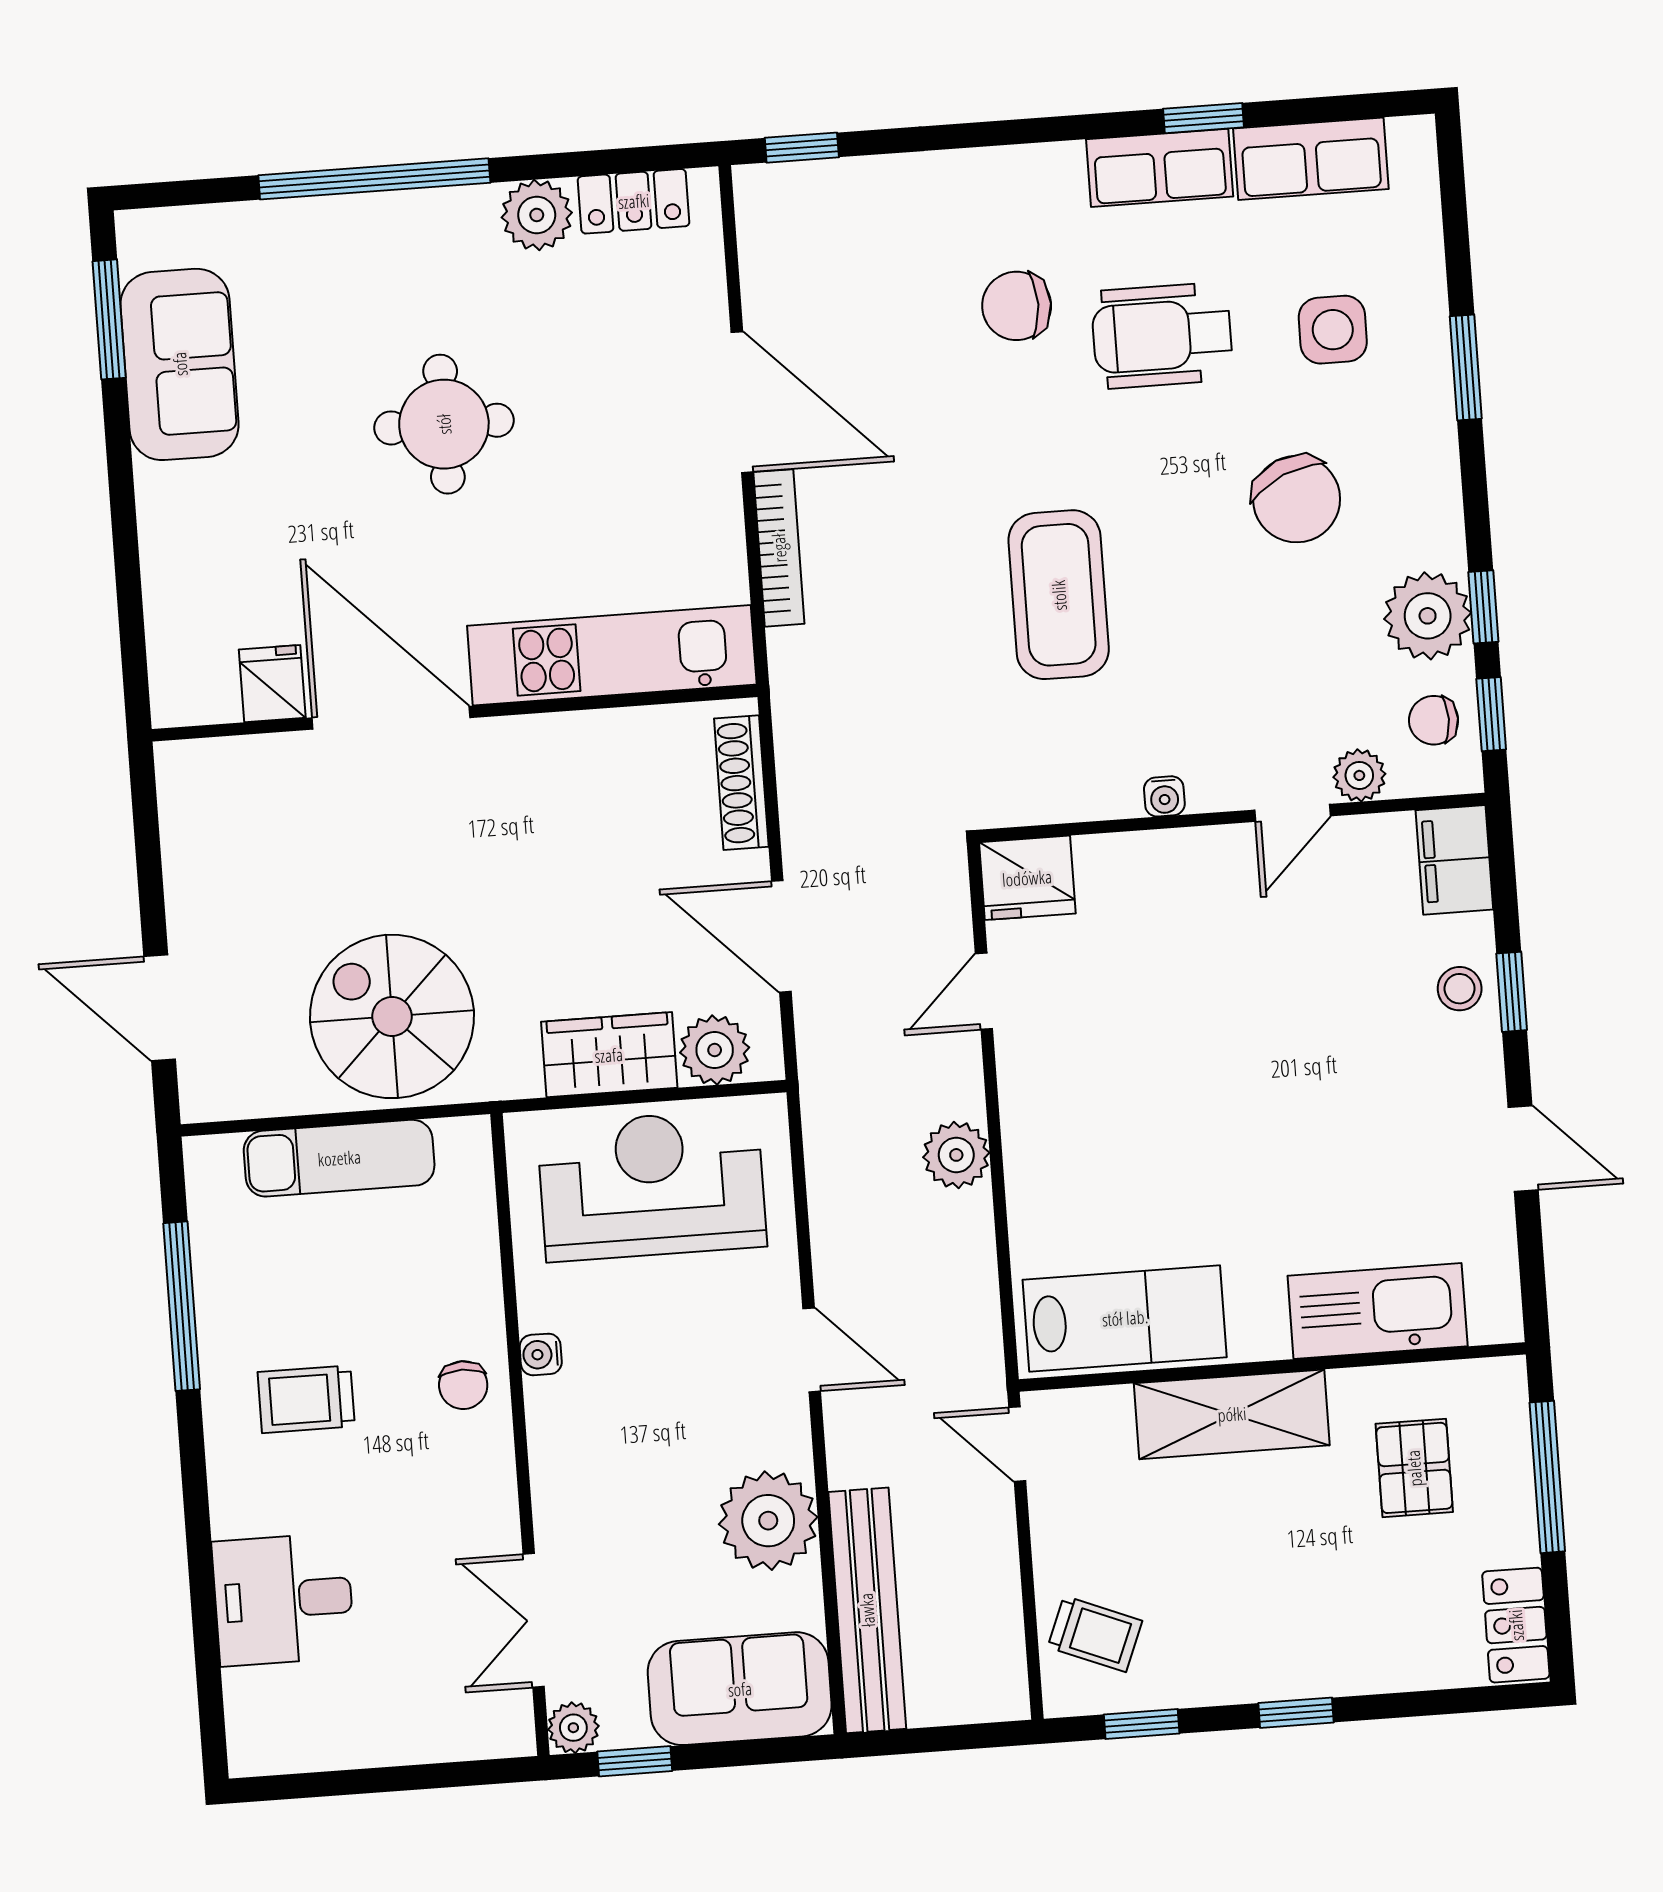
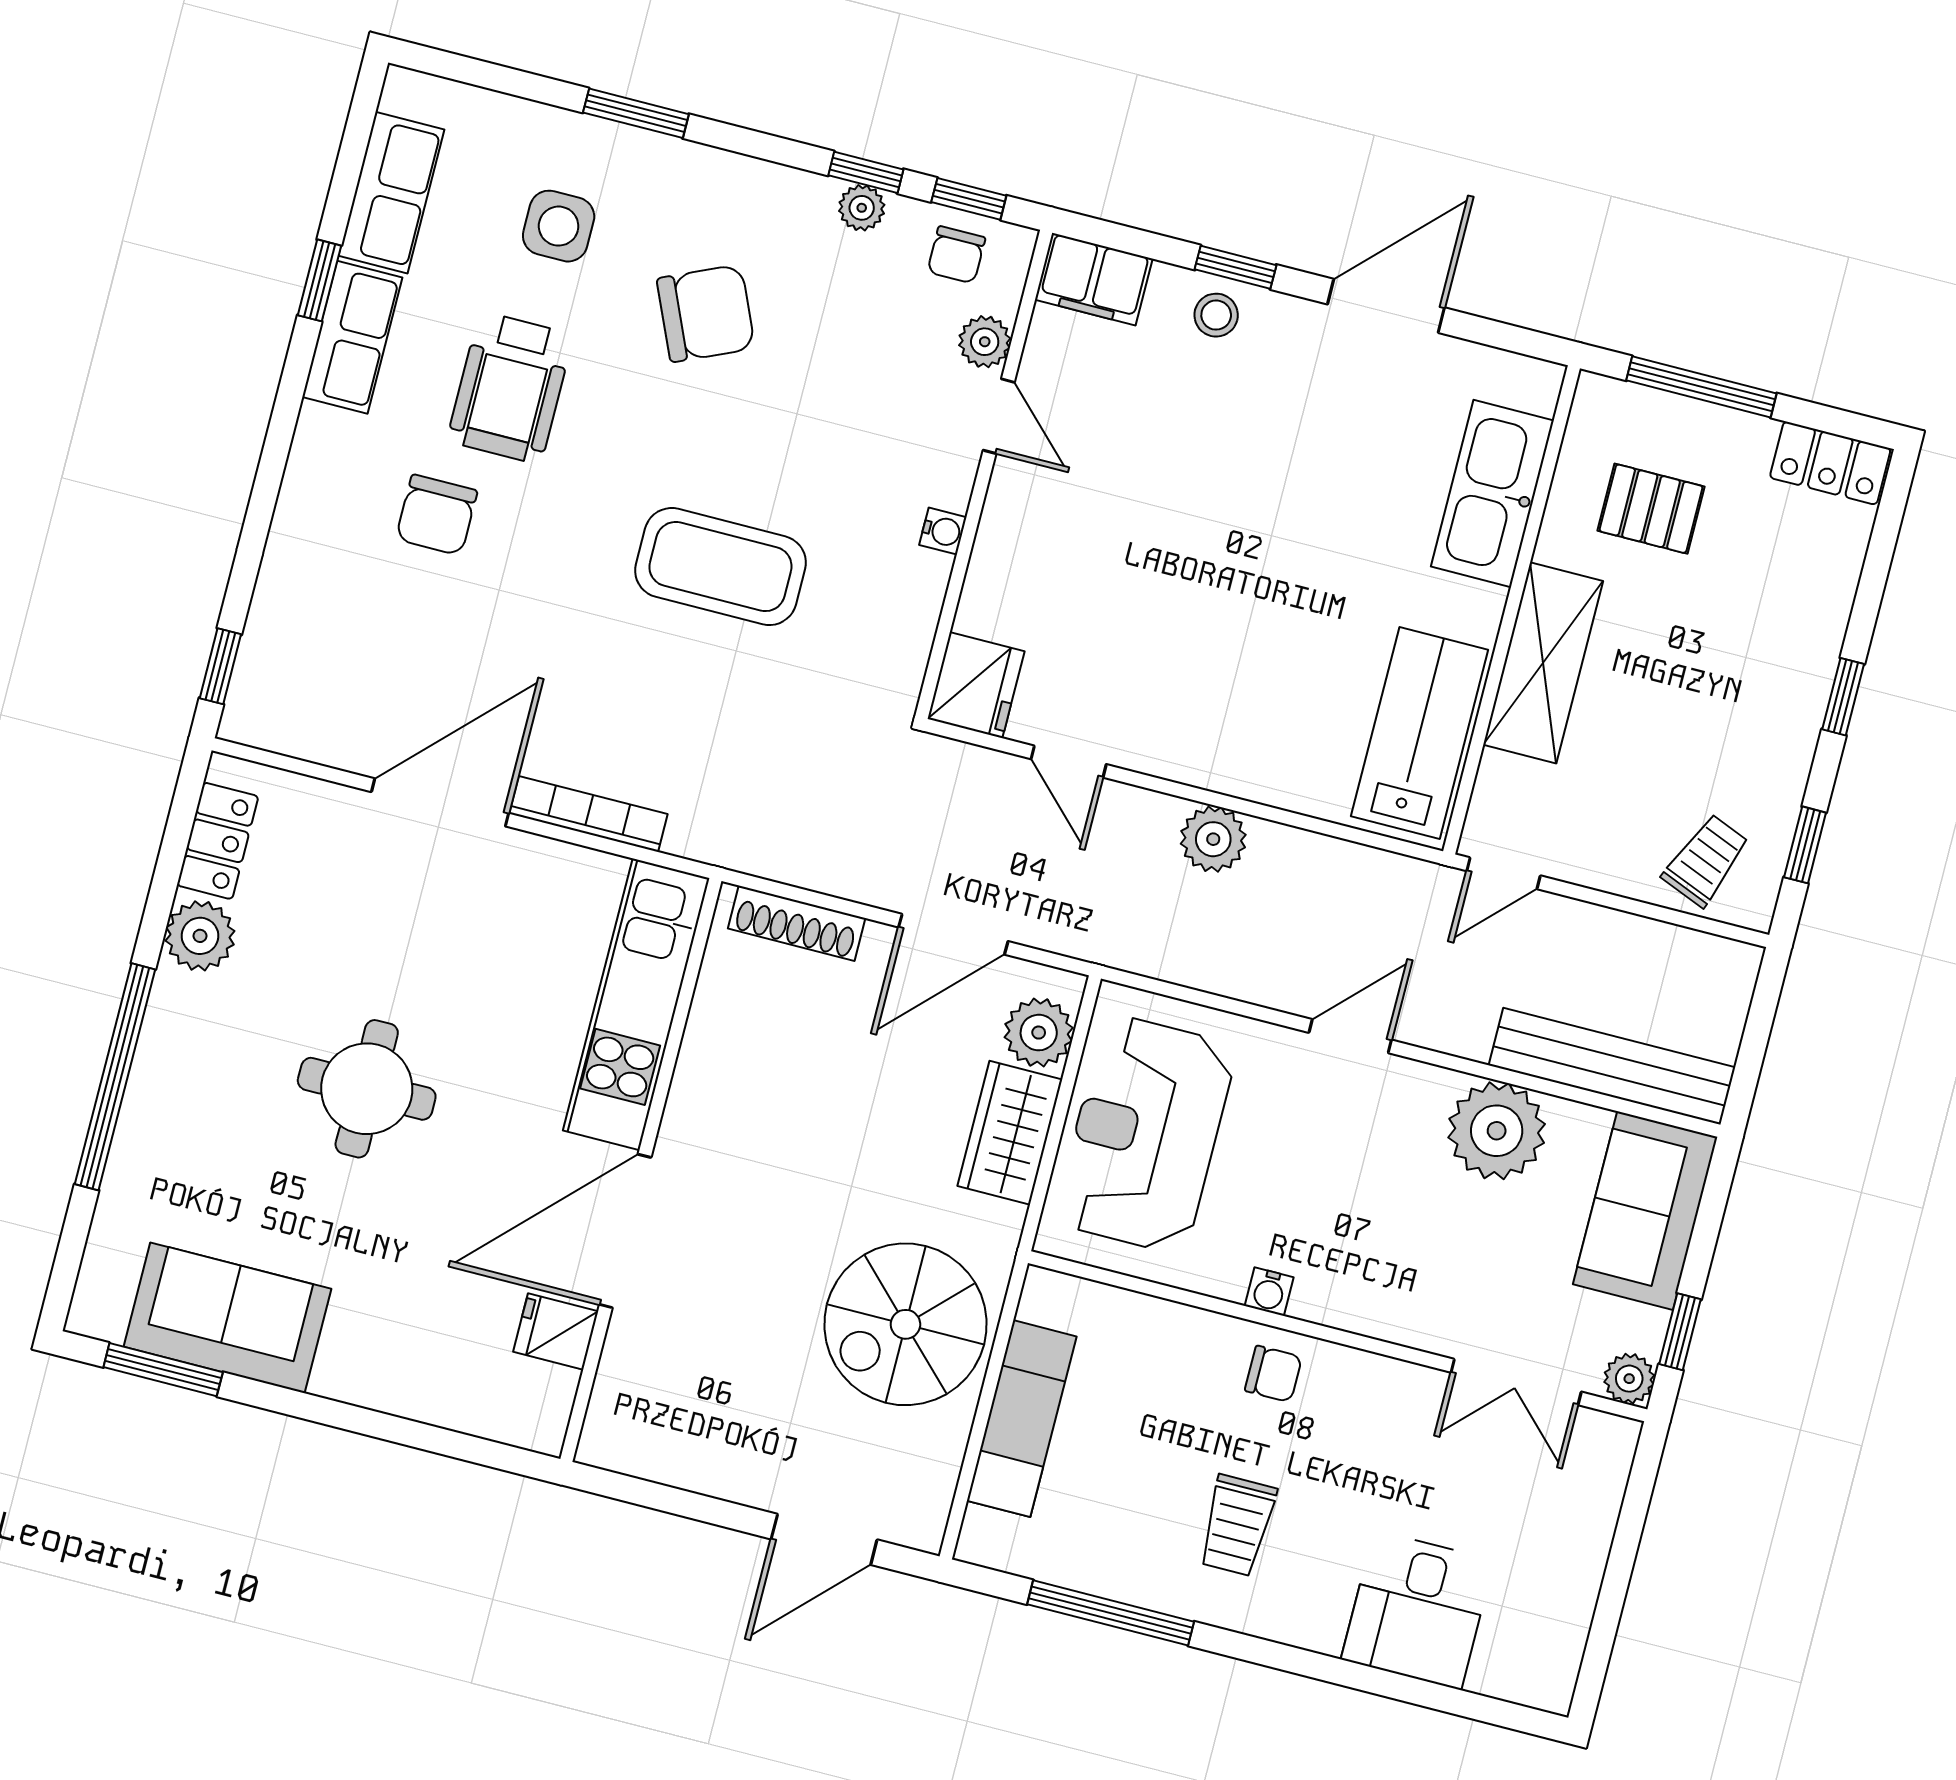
plant: (1428, 616) -> (862, 208), width x0.53, depth x0.53
door: (1523, 1149) -> (1386, 306), width x1.38

